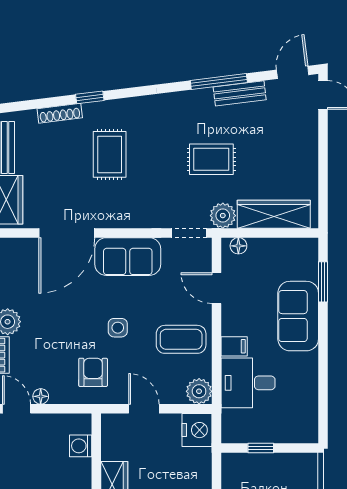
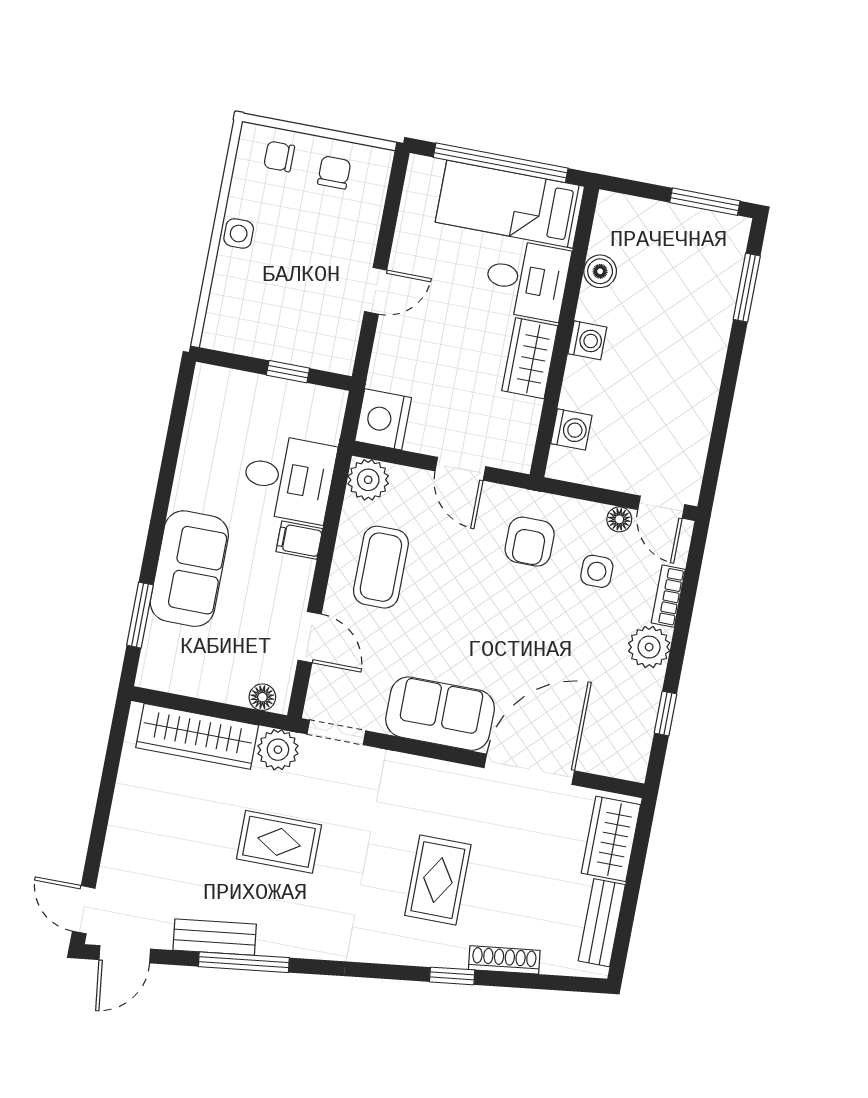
side table: (118, 328) -> (597, 571), moved
coffee table: (181, 339) -> (381, 567), turned 90

